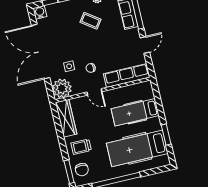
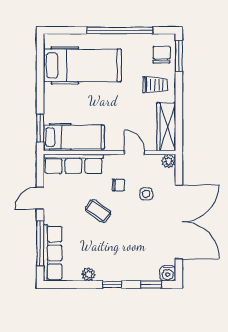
coffee table: (90, 21) -> (98, 211), moved
plant: (62, 88) -> (169, 161), width x0.53, depth x0.53
door: (94, 92) -> (135, 153), moved
hospital bed: (135, 112) -> (74, 137), moved
window: (166, 135) -> (40, 128), moved

